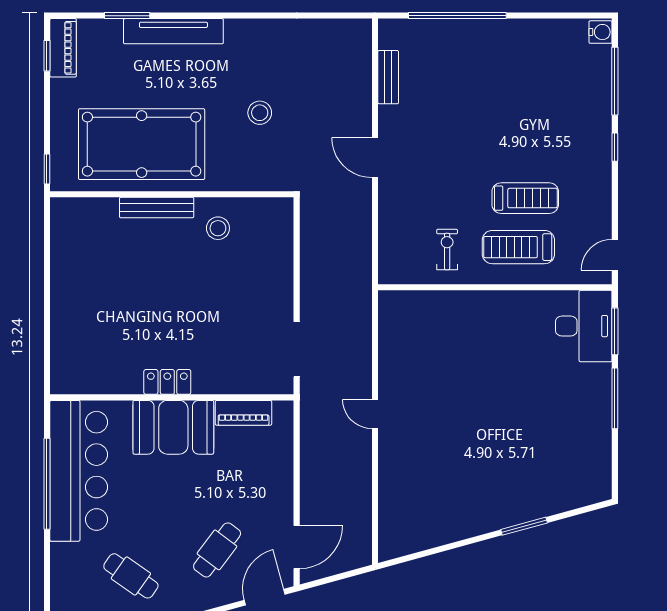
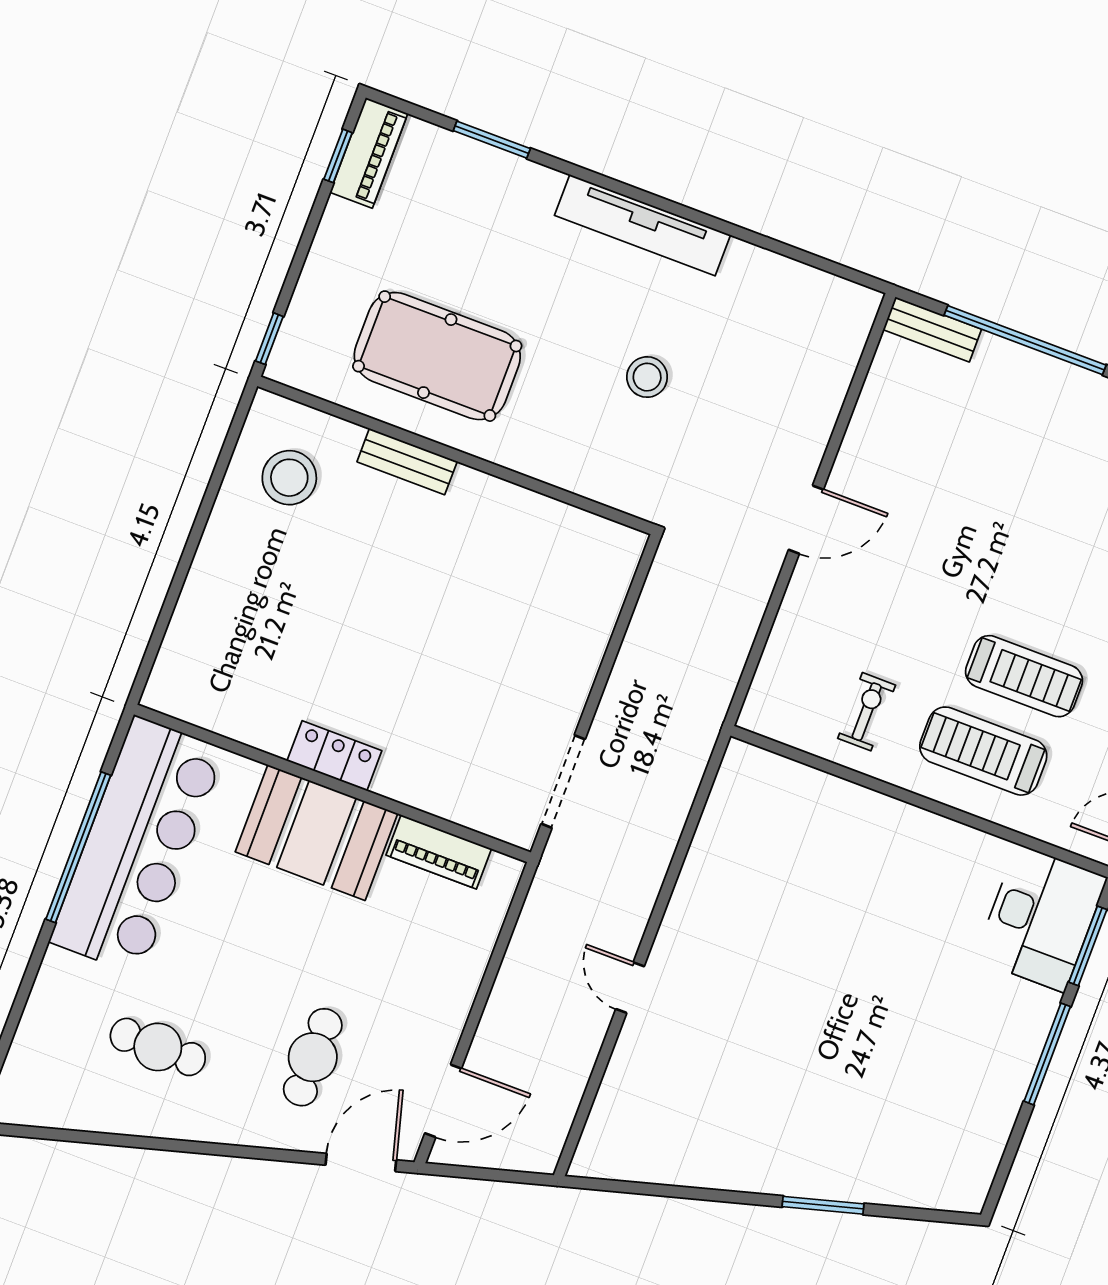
tv unit: (173, 31) -> (642, 225), moved
bench: (388, 77) -> (932, 329), moved, turned 90
pool table: (142, 144) -> (437, 356), width x0.73, depth x0.76
door: (375, 158) -> (806, 520), swing flipped
bench: (157, 208) -> (407, 462), width x0.73
stool: (218, 228) -> (289, 478), moved, width x1.38, depth x1.38
door: (375, 414) -> (630, 988), moved
cafe table: (217, 550) -> (313, 1057), turned -37
cafe table: (131, 576) -> (158, 1047), turned -35

